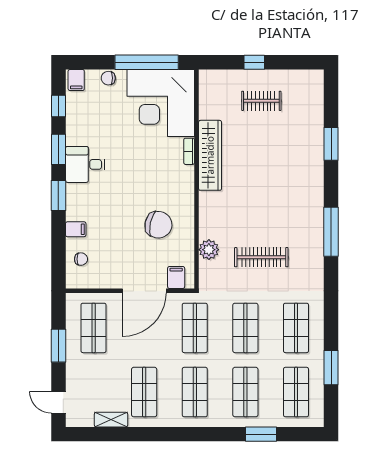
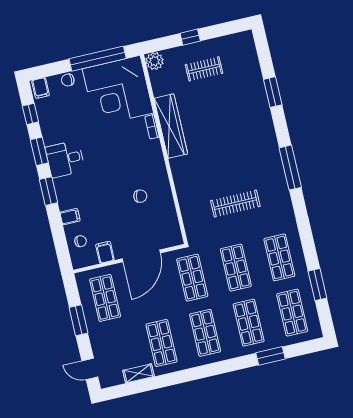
chair: (158, 225) -> (140, 196), width x0.54, depth x0.54
plant: (209, 250) -> (155, 61), moved
filing cabinet: (176, 277) -> (105, 252), moved

